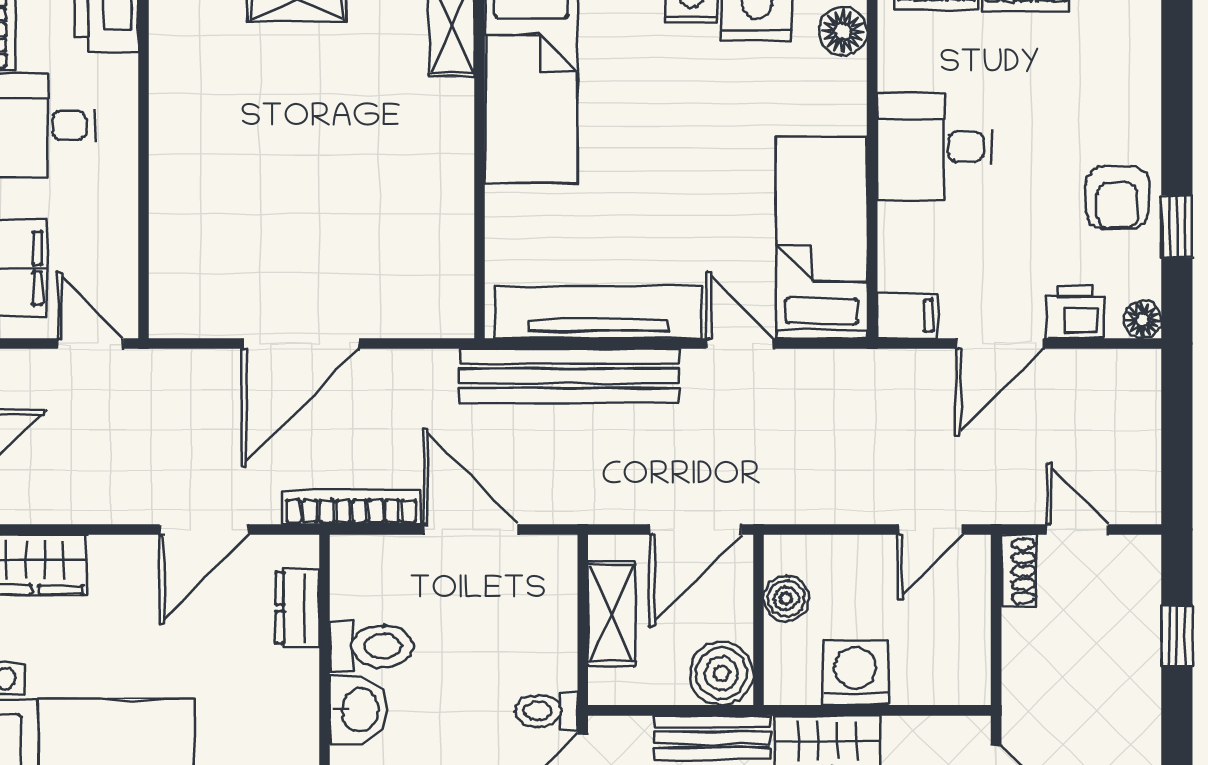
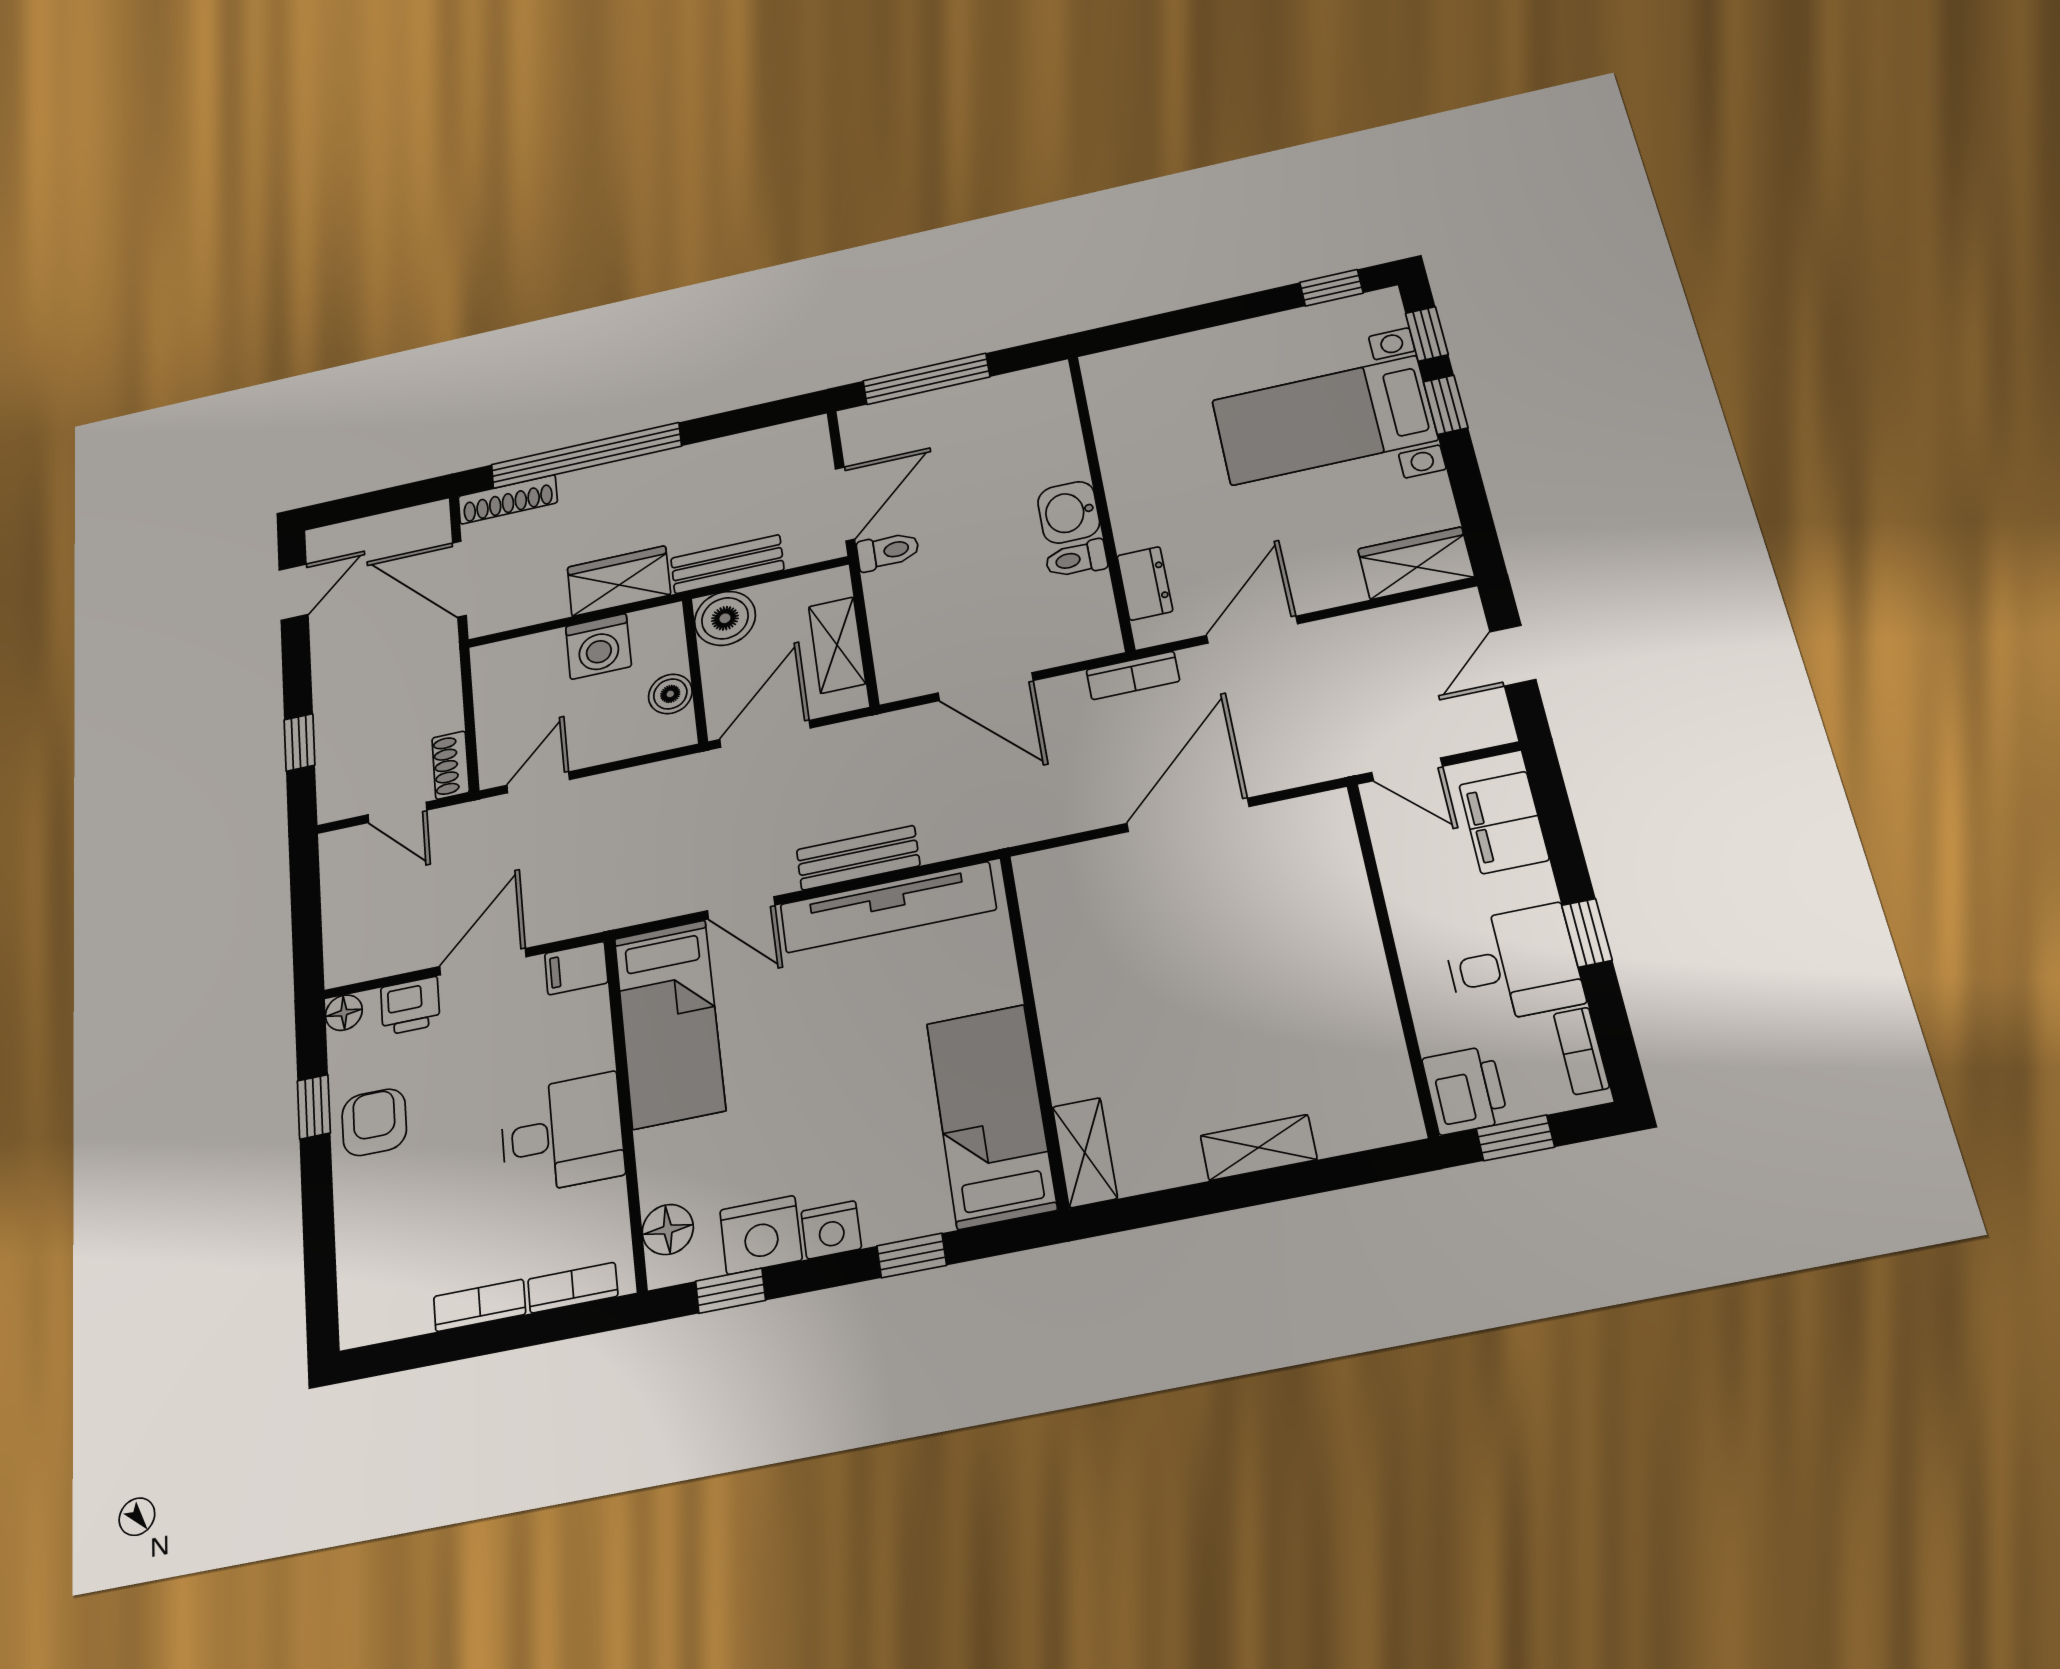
bench: (569, 376) -> (858, 858), width x0.54, depth x0.82
bookcase: (351, 507) -> (1133, 675), width x0.64
toilet: (371, 646) -> (1076, 559), width x0.73, depth x0.72

